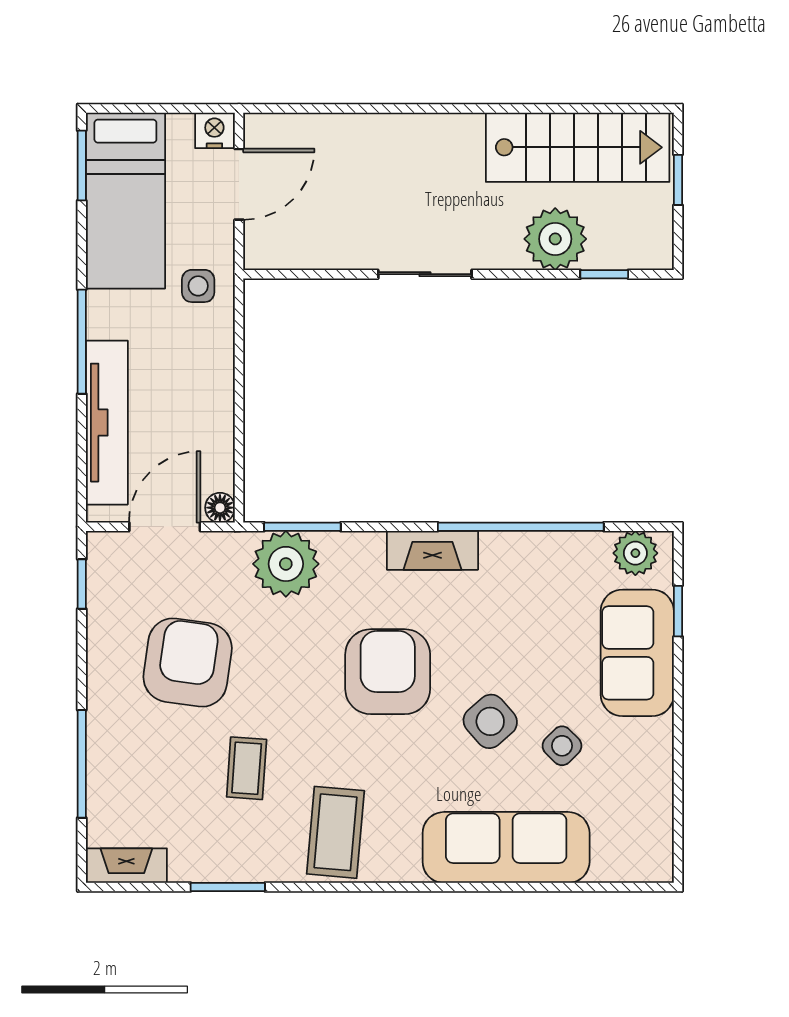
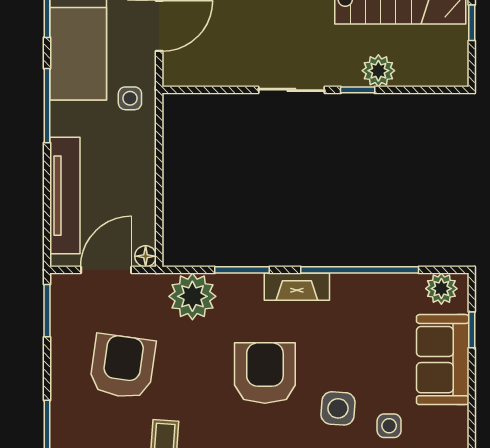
plant: (555, 239) -> (378, 71), width x0.73, depth x0.73
window: (604, 274) -> (358, 90), moved
window: (82, 342) -> (47, 106), moved
window: (302, 527) -> (242, 270), moved
window: (82, 584) -> (47, 311), width x1.50
side table: (490, 721) -> (338, 408), turned 45
side table: (562, 746) -> (389, 426), turned 45

